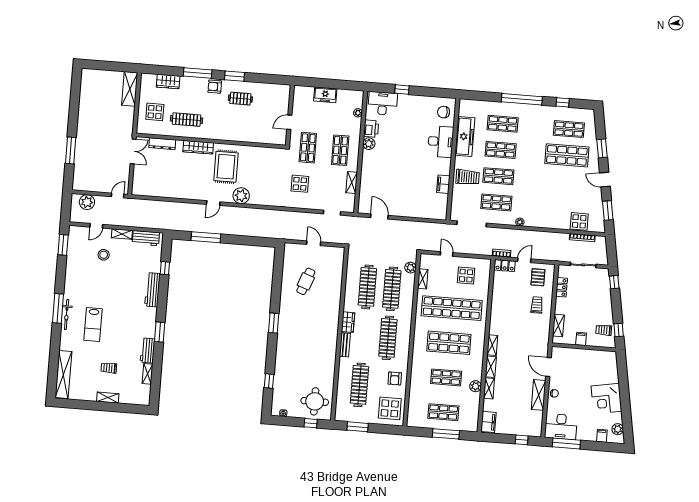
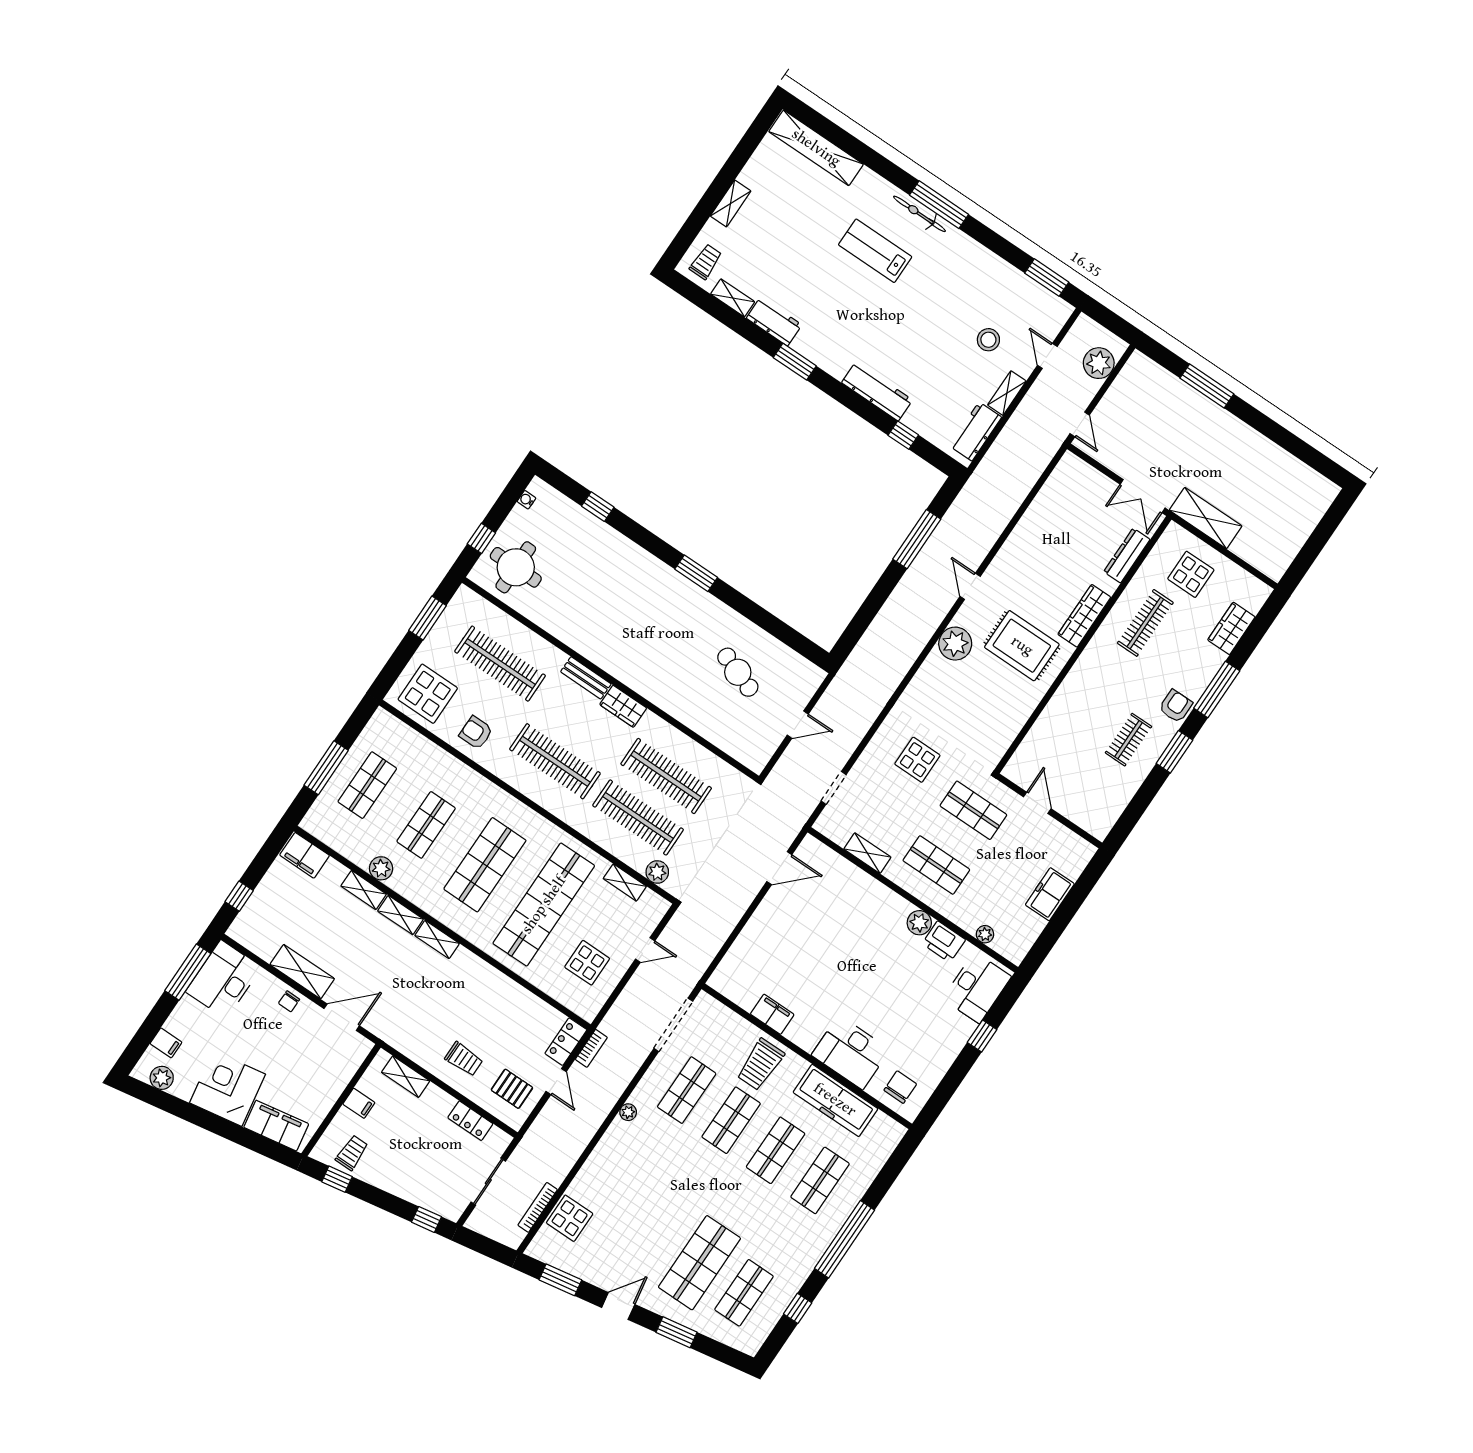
shelving: (130, 89) -> (1206, 518), moved
trolley: (109, 368) -> (706, 262), moved
filing cabinet: (610, 369) -> (276, 1126), added

